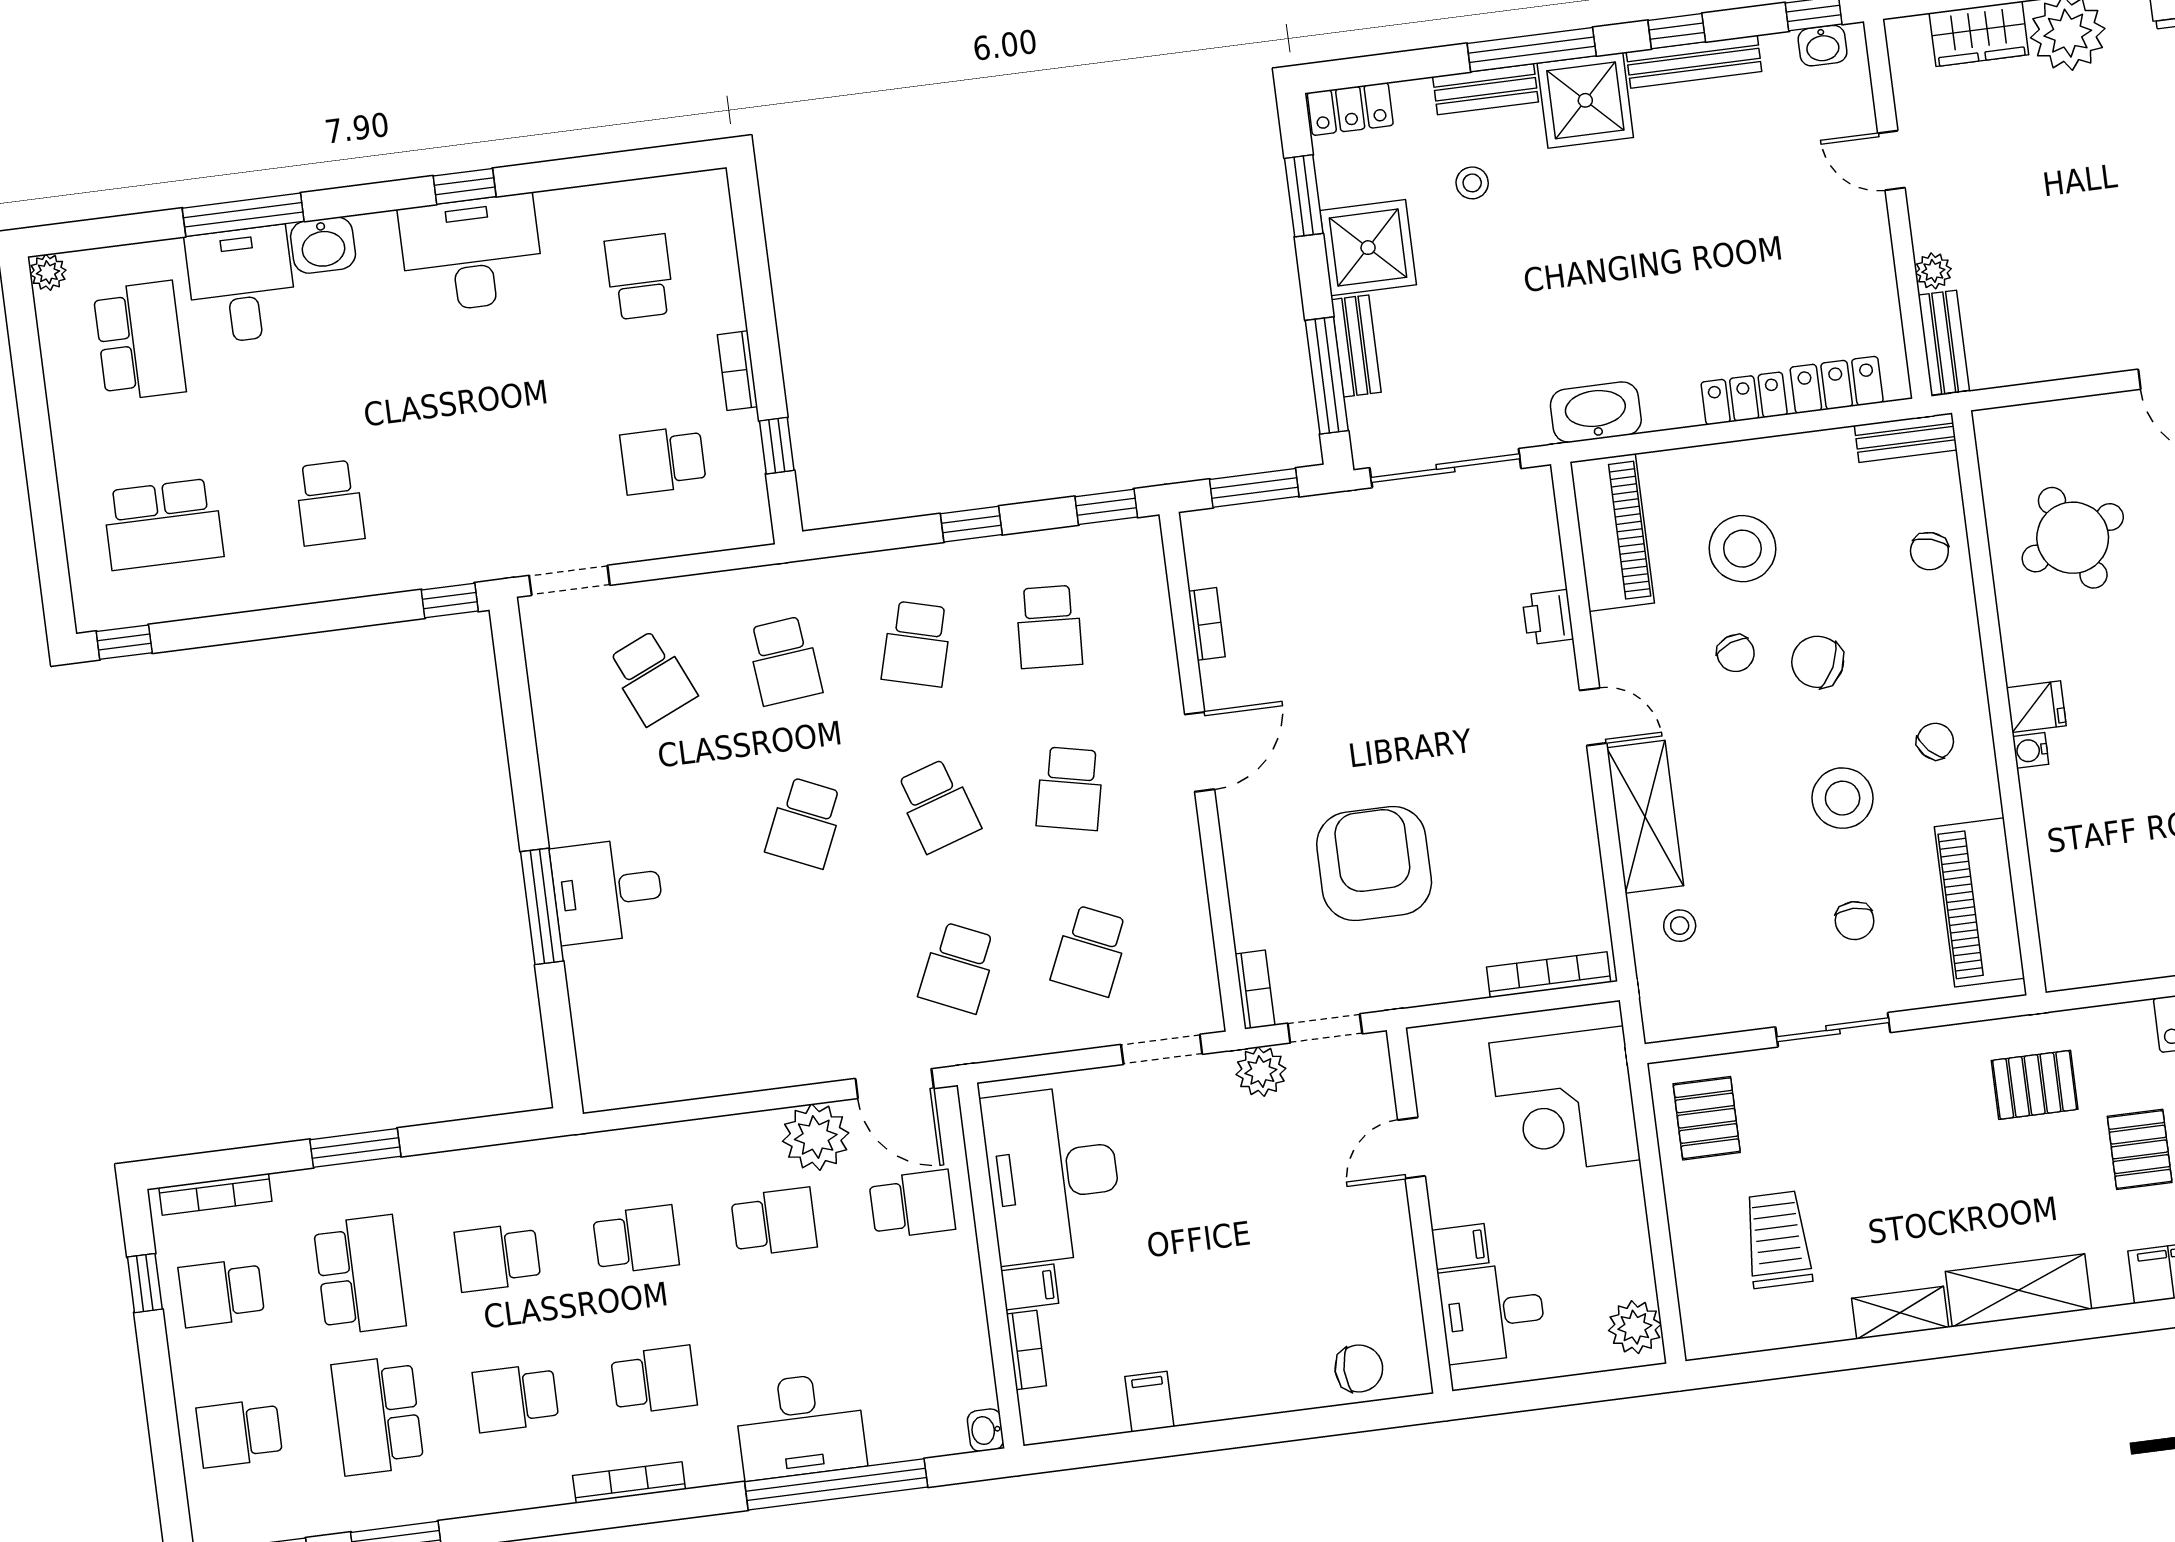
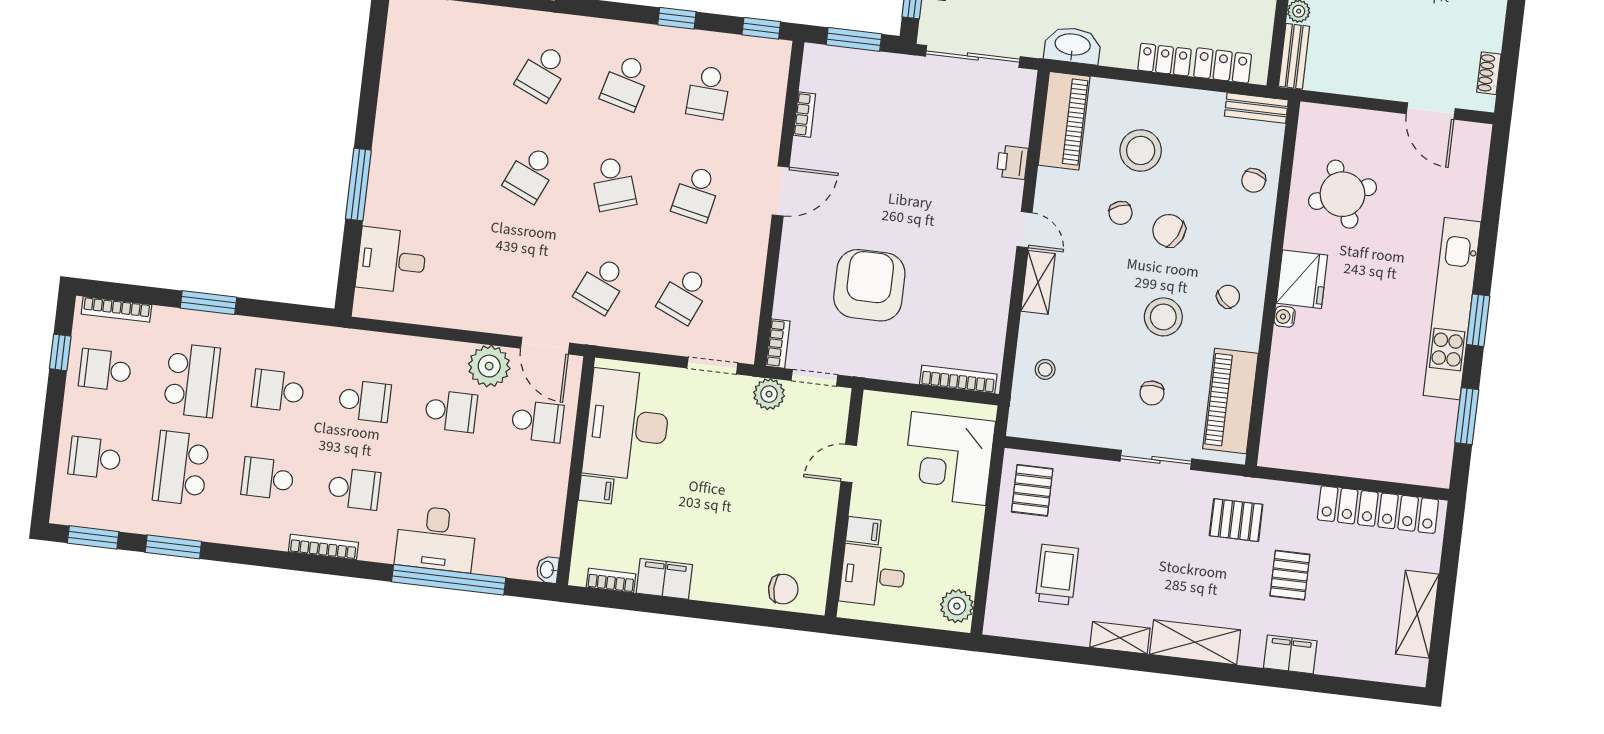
school desk: (784, 661) -> (543, 73), turned 30
school desk: (652, 678) -> (460, 63), removed
fridge: (2036, 707) -> (1302, 279), width x1.88, depth x1.34
shelving: (1645, 817) -> (1038, 282), width x0.67, depth x0.75
desk: (607, 891) -> (391, 260), moved
sliding door: (1833, 1030) -> (1156, 460), moved
bookcase: (1026, 1350) -> (611, 581), moved, turned -90
filing cabinet: (1149, 1402) -> (664, 579), width x2.00

